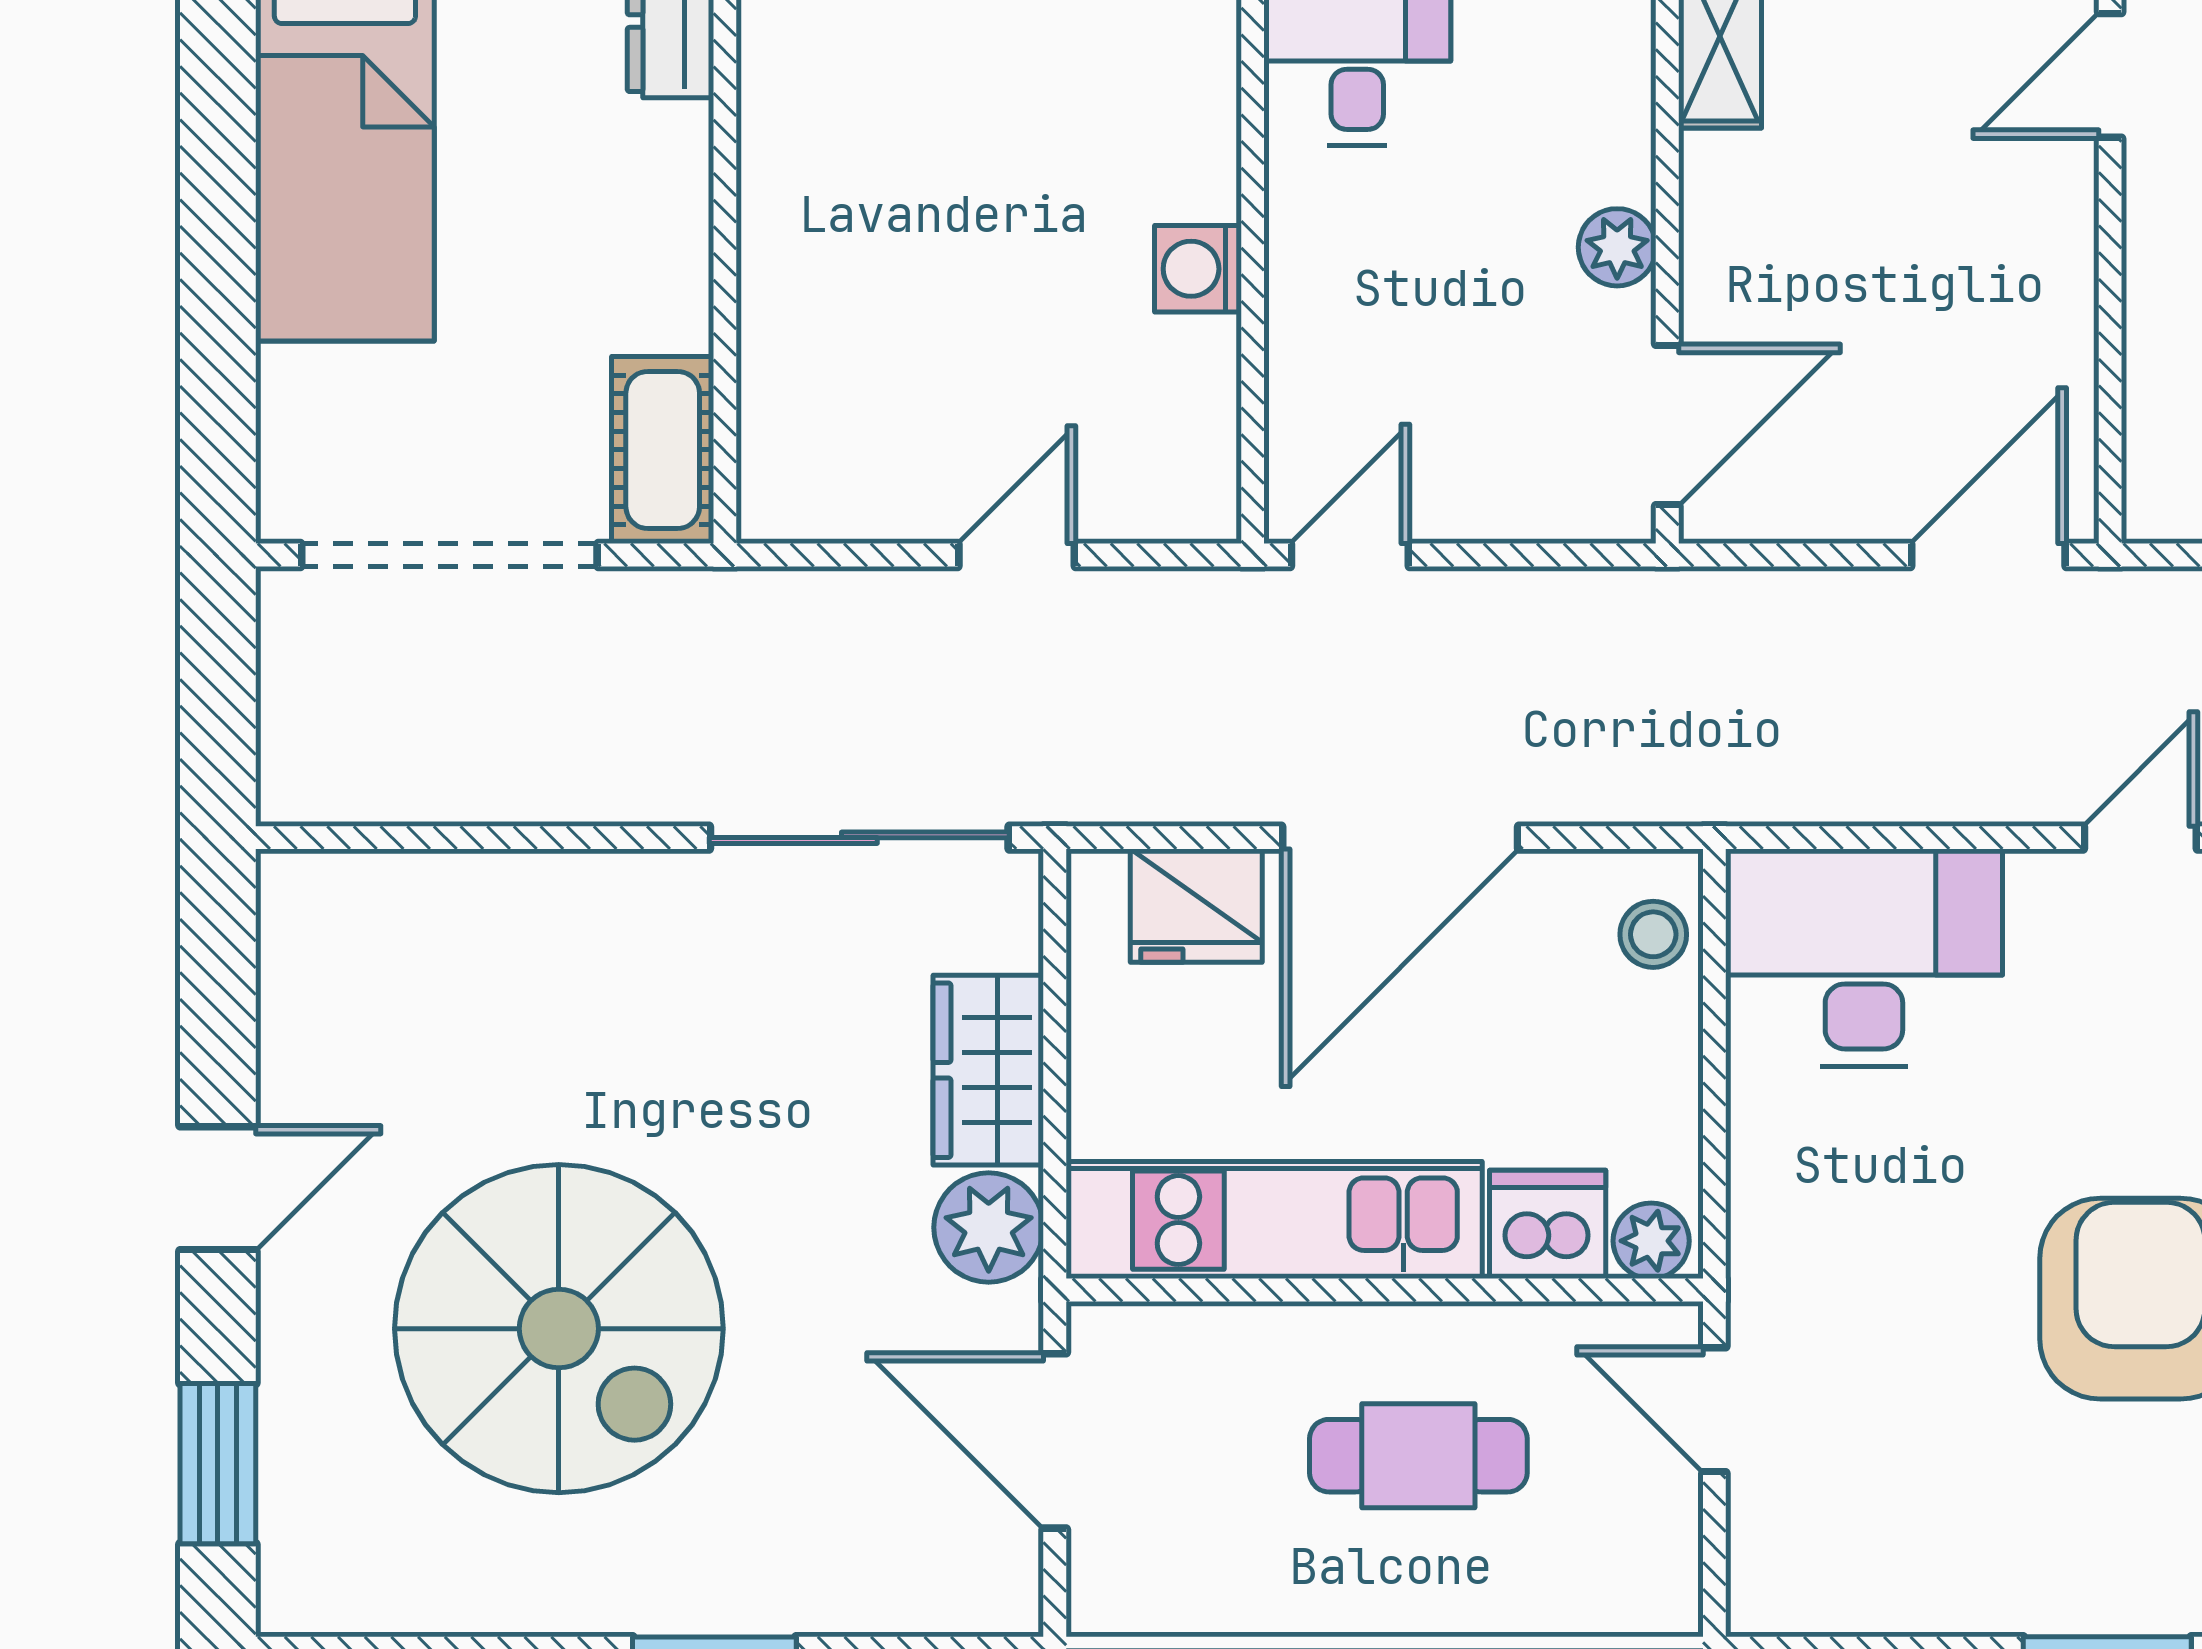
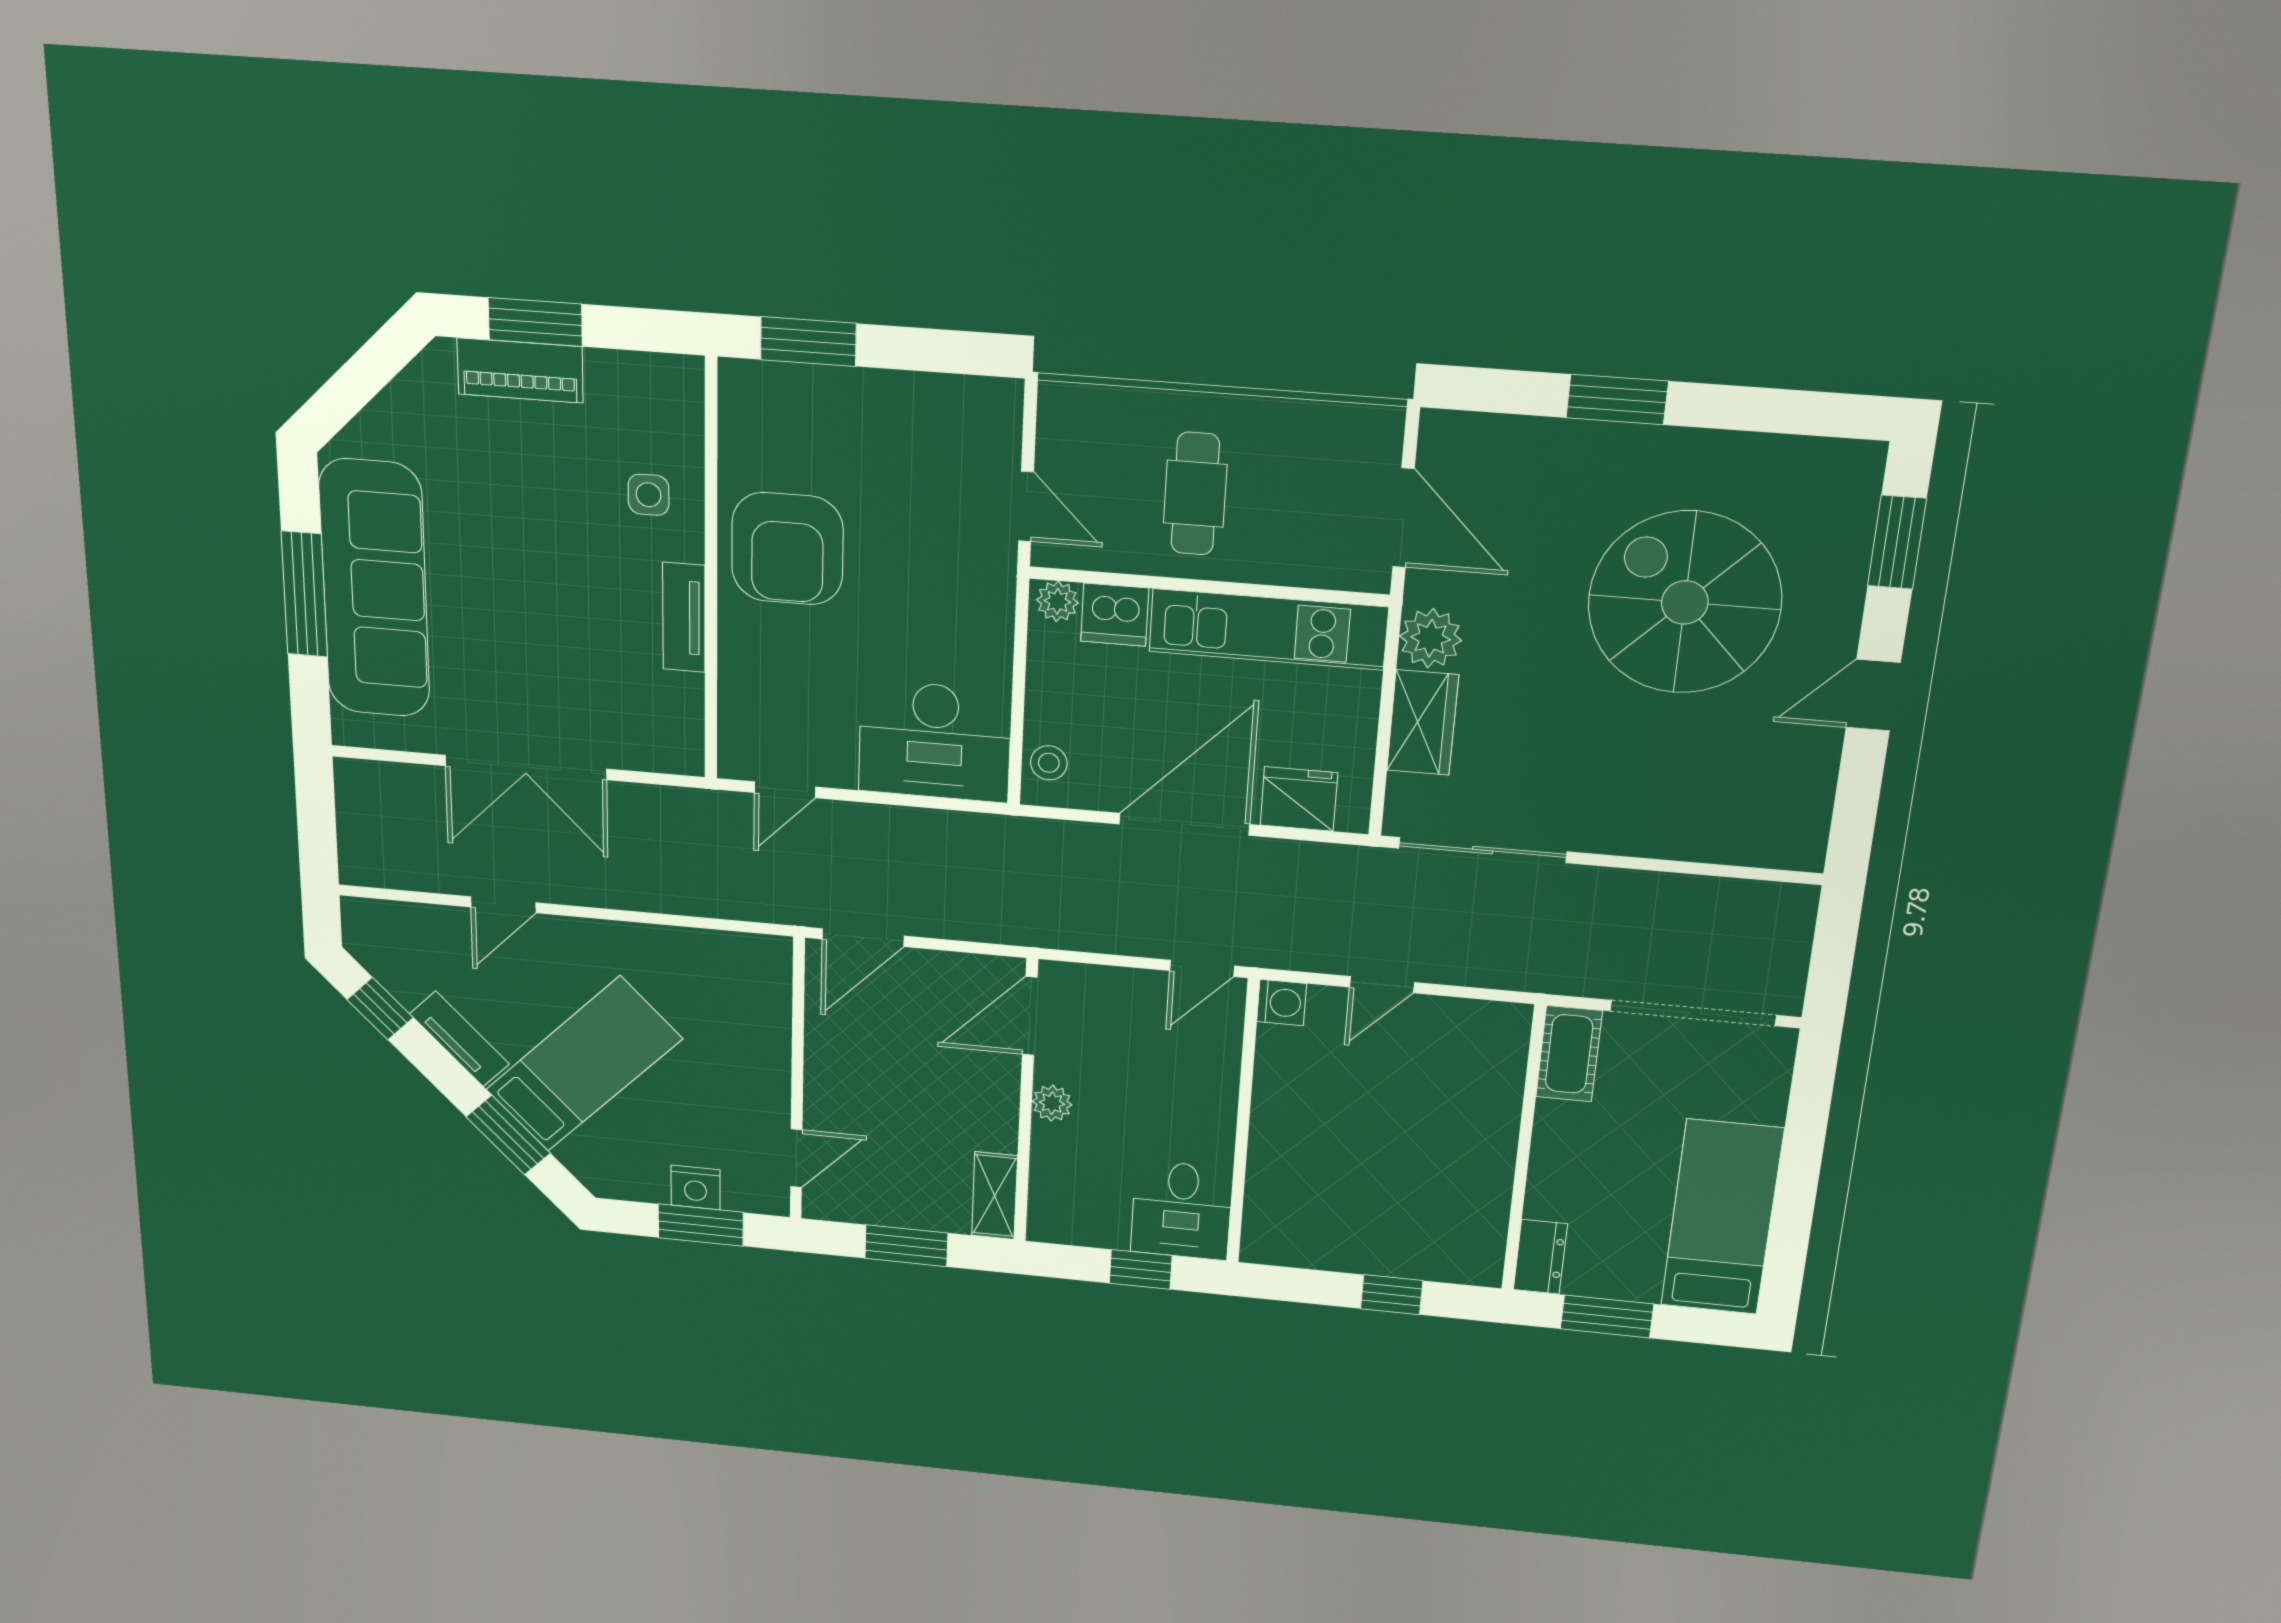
washing machine: (1198, 269) -> (1282, 1003), moved
cafe table: (1418, 1456) -> (1195, 494), turned 90

